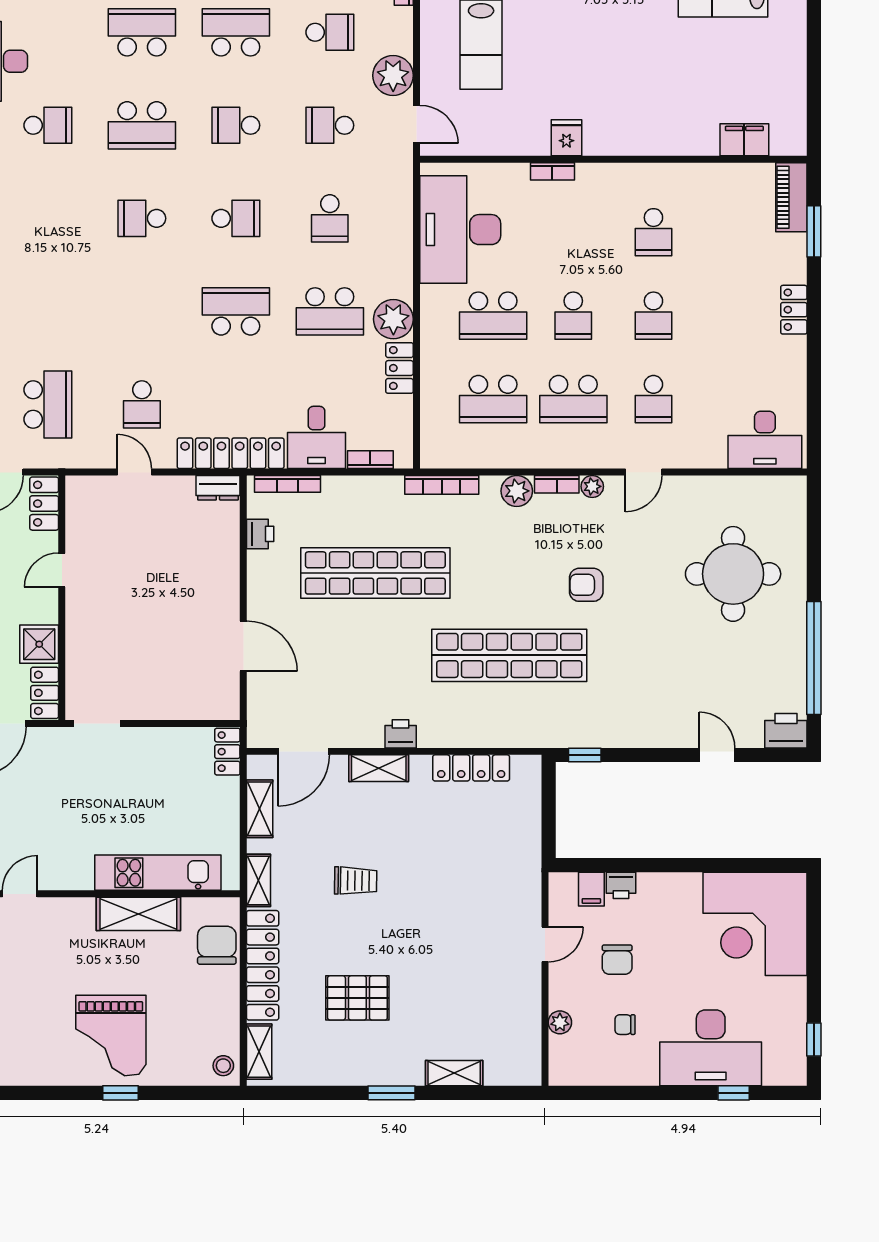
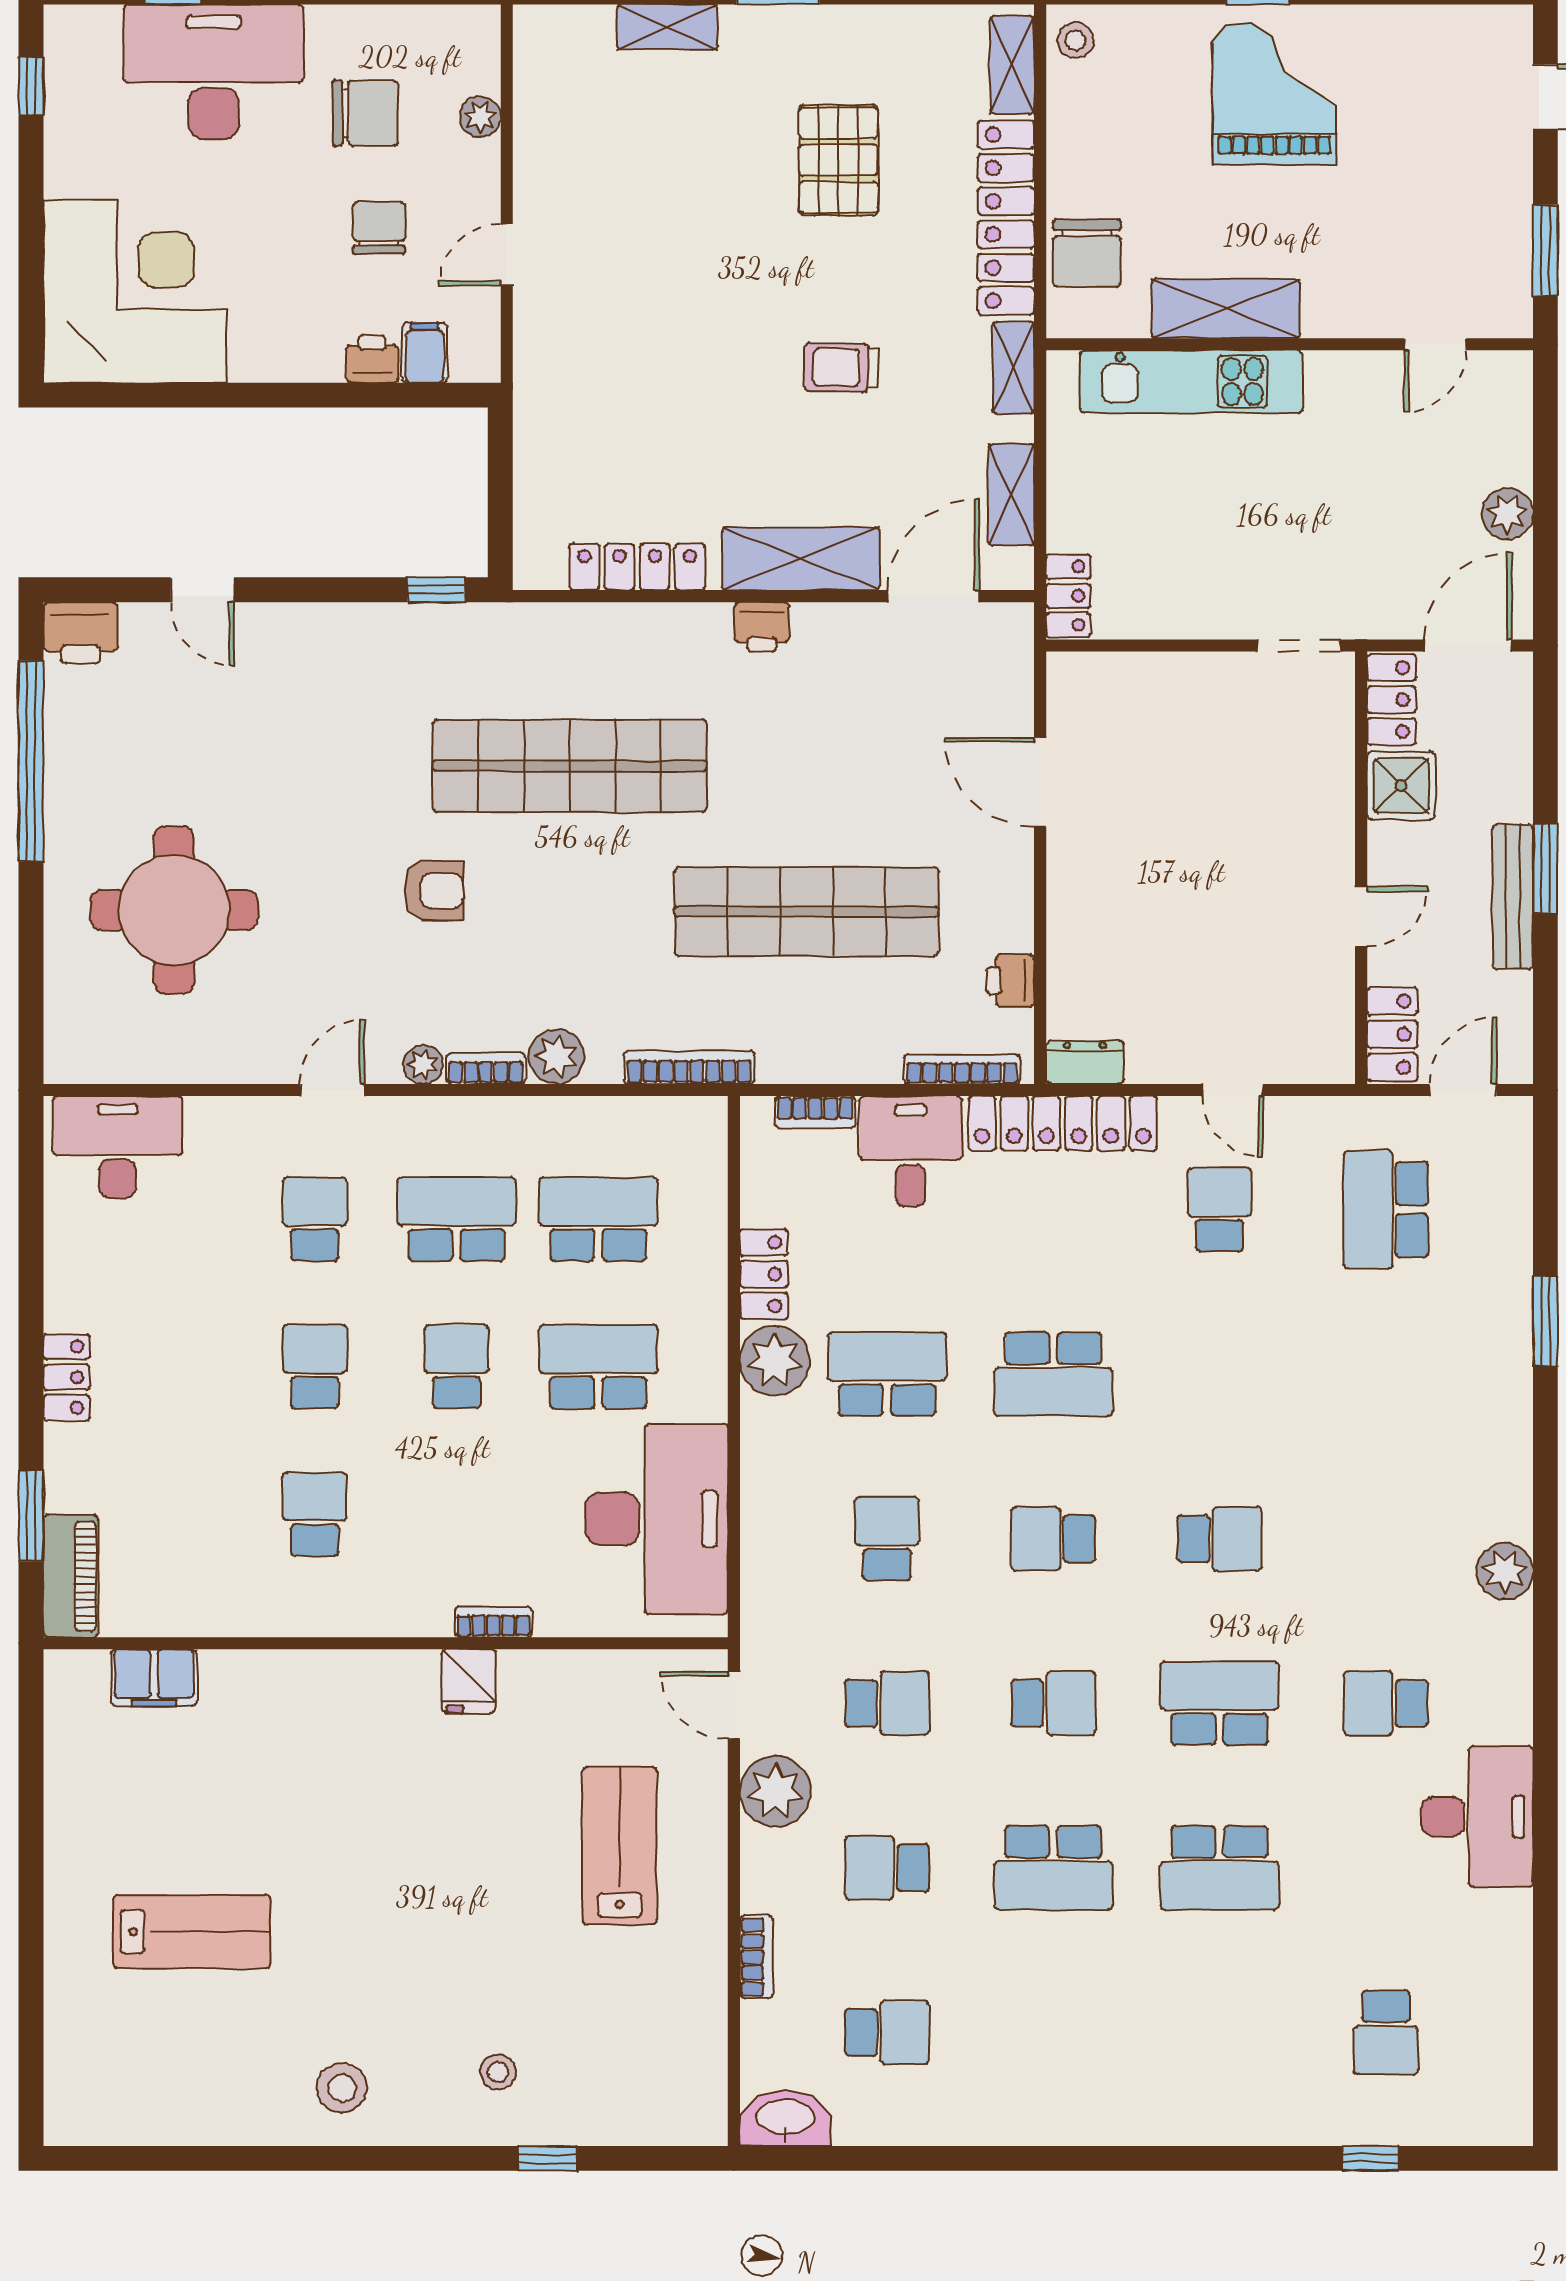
shelving: (379, 768) -> (801, 559), width x1.50, depth x1.33
pallet: (357, 998) -> (838, 160), turned 90
chair: (625, 1025) -> (365, 113), width x1.87, depth x1.87

